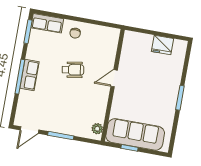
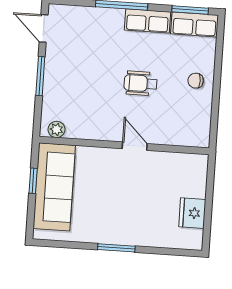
row of seats: (47, 23) -> (195, 24), moved, turned -90
wheelchair: (73, 70) -> (141, 83), turned 99
row of seats: (29, 75) -> (147, 21), moved

